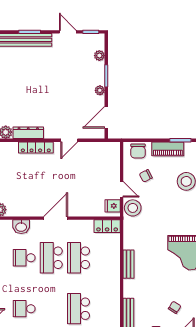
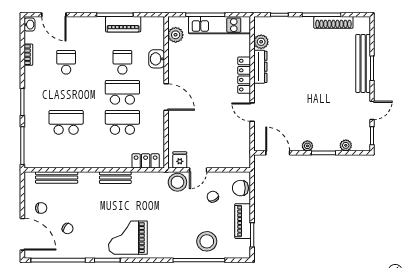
locker: (107, 226) -> (146, 161), moved, turned 90

